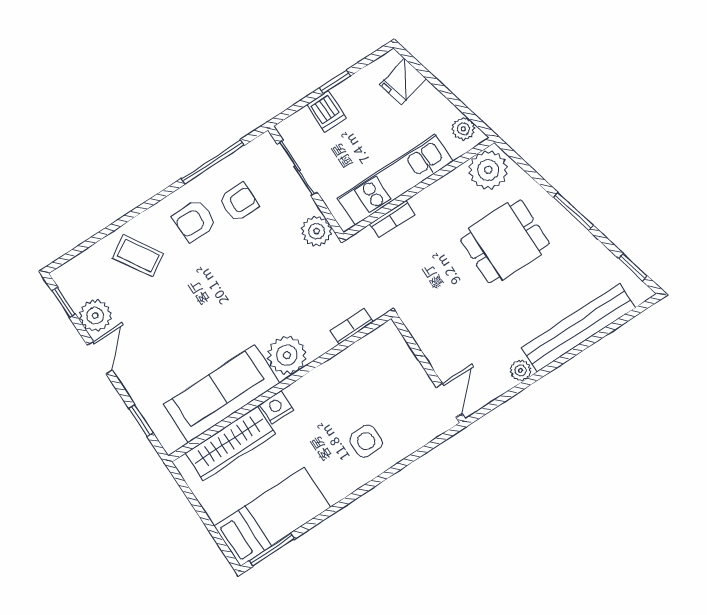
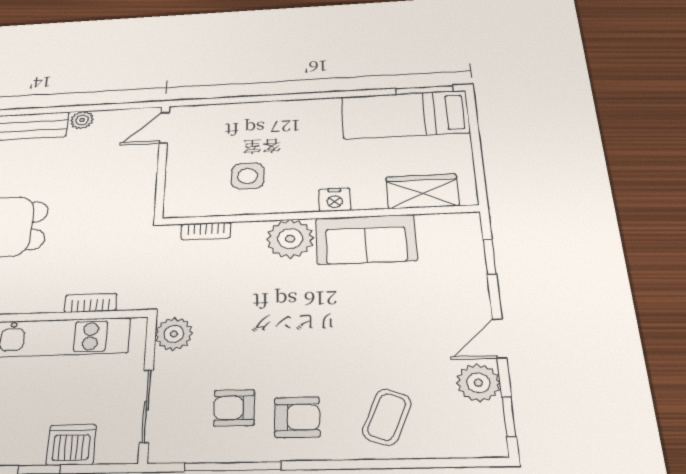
dishwasher: (327, 111) -> (71, 445), width x1.38
coffee table: (138, 256) -> (387, 417), turned 54
sofa: (221, 394) -> (366, 239), width x0.73
side table: (366, 441) -> (248, 176), moved
wardrobe: (230, 443) -> (422, 191), width x0.67

